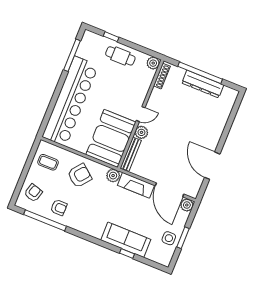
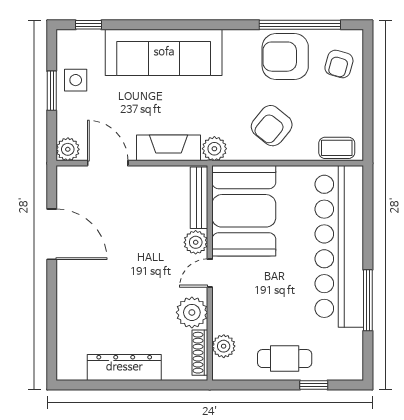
window: (72, 55) -> (368, 300), moved
plant: (153, 63) -> (224, 346), moved
window: (200, 73) -> (137, 385), removed
plant: (158, 98) -> (192, 312), added
coffee table: (48, 162) -> (337, 148), moved
door: (170, 190) -> (108, 163), width x0.73
armchair: (59, 208) -> (285, 57), width x1.88, depth x1.88
sofa: (126, 240) -> (164, 52), width x1.36, depth x1.27
window: (127, 254) -> (88, 25), moved

